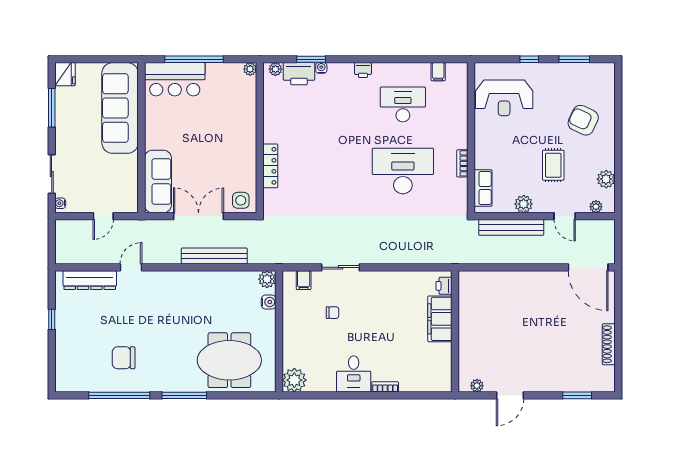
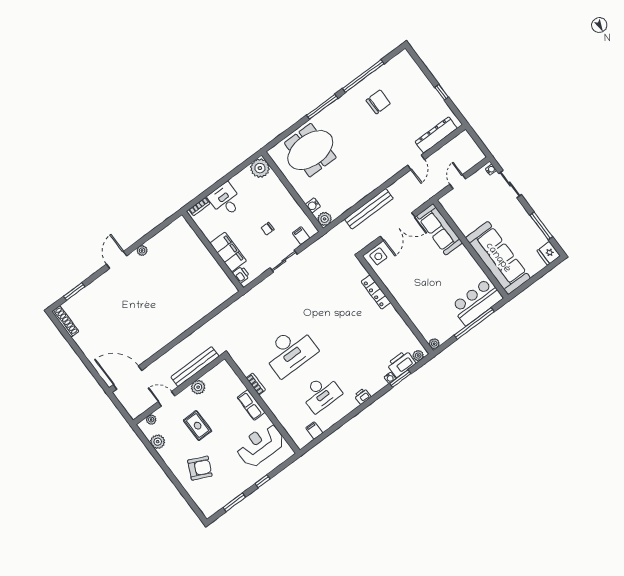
row of seats: (483, 188) -> (251, 405), moved
printer: (444, 286) -> (241, 275), moved
filing cabinet: (440, 319) -> (228, 252), moved
wall: (455, 331) -> (213, 251), moved
shoe rack: (609, 344) -> (65, 321), moved

